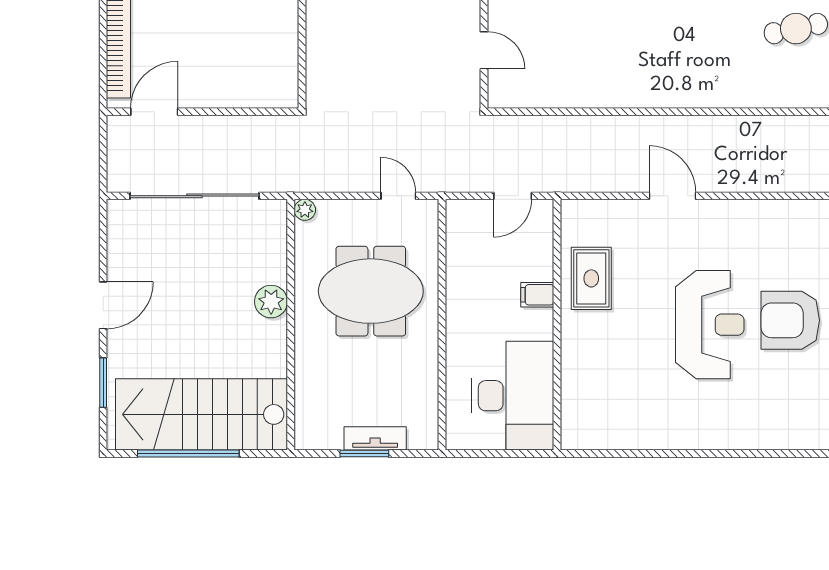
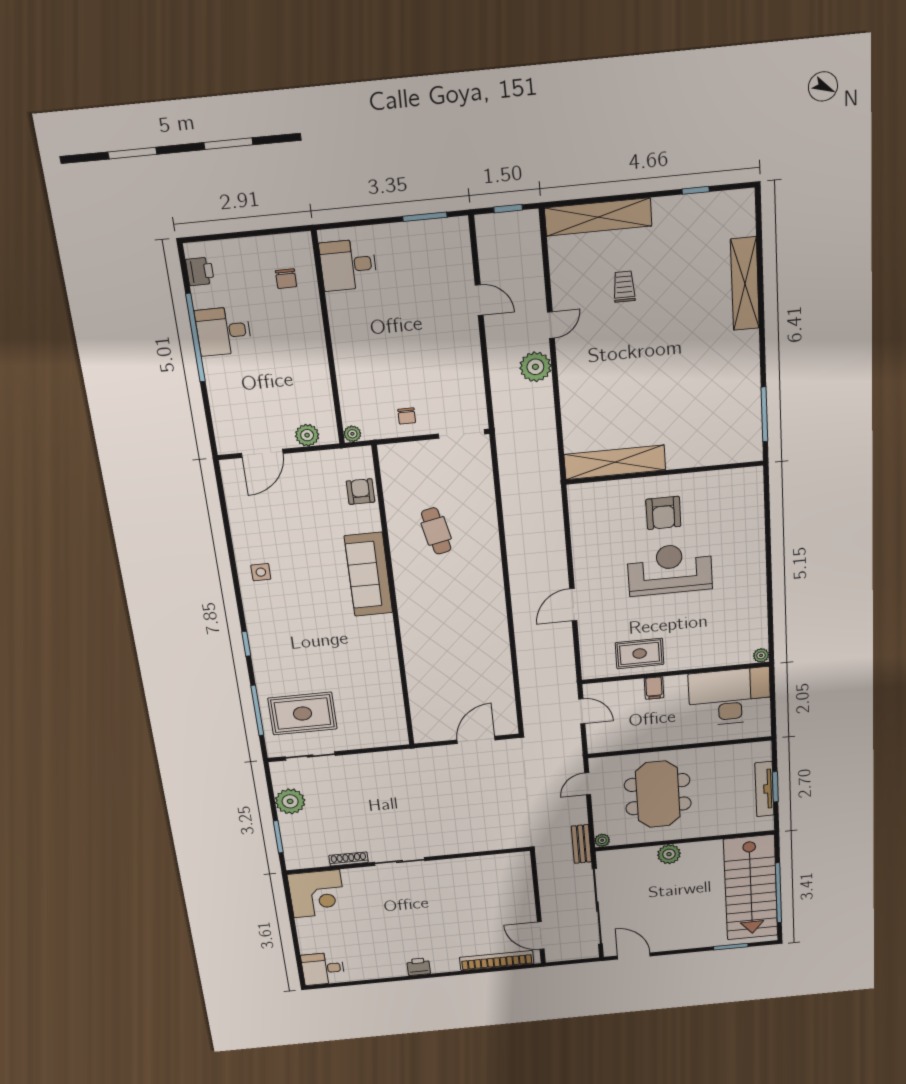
door: (484, 50) -> (476, 740), width x1.38
bench: (302, 181) -> (581, 844), added
door: (103, 305) -> (634, 956), moved
armchair: (790, 320) -> (663, 513), width x0.73, depth x0.73
tv unit: (375, 438) -> (764, 789), width x1.41
plant: (571, 440) -> (761, 655), added

